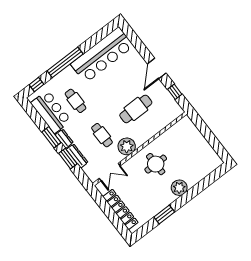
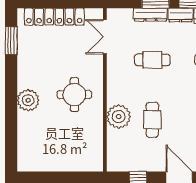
cafe table: (136, 109) -> (152, 120), width x0.73, depth x0.74
plant: (127, 146) -> (119, 117), moved
window: (164, 215) -> (11, 41), moved

